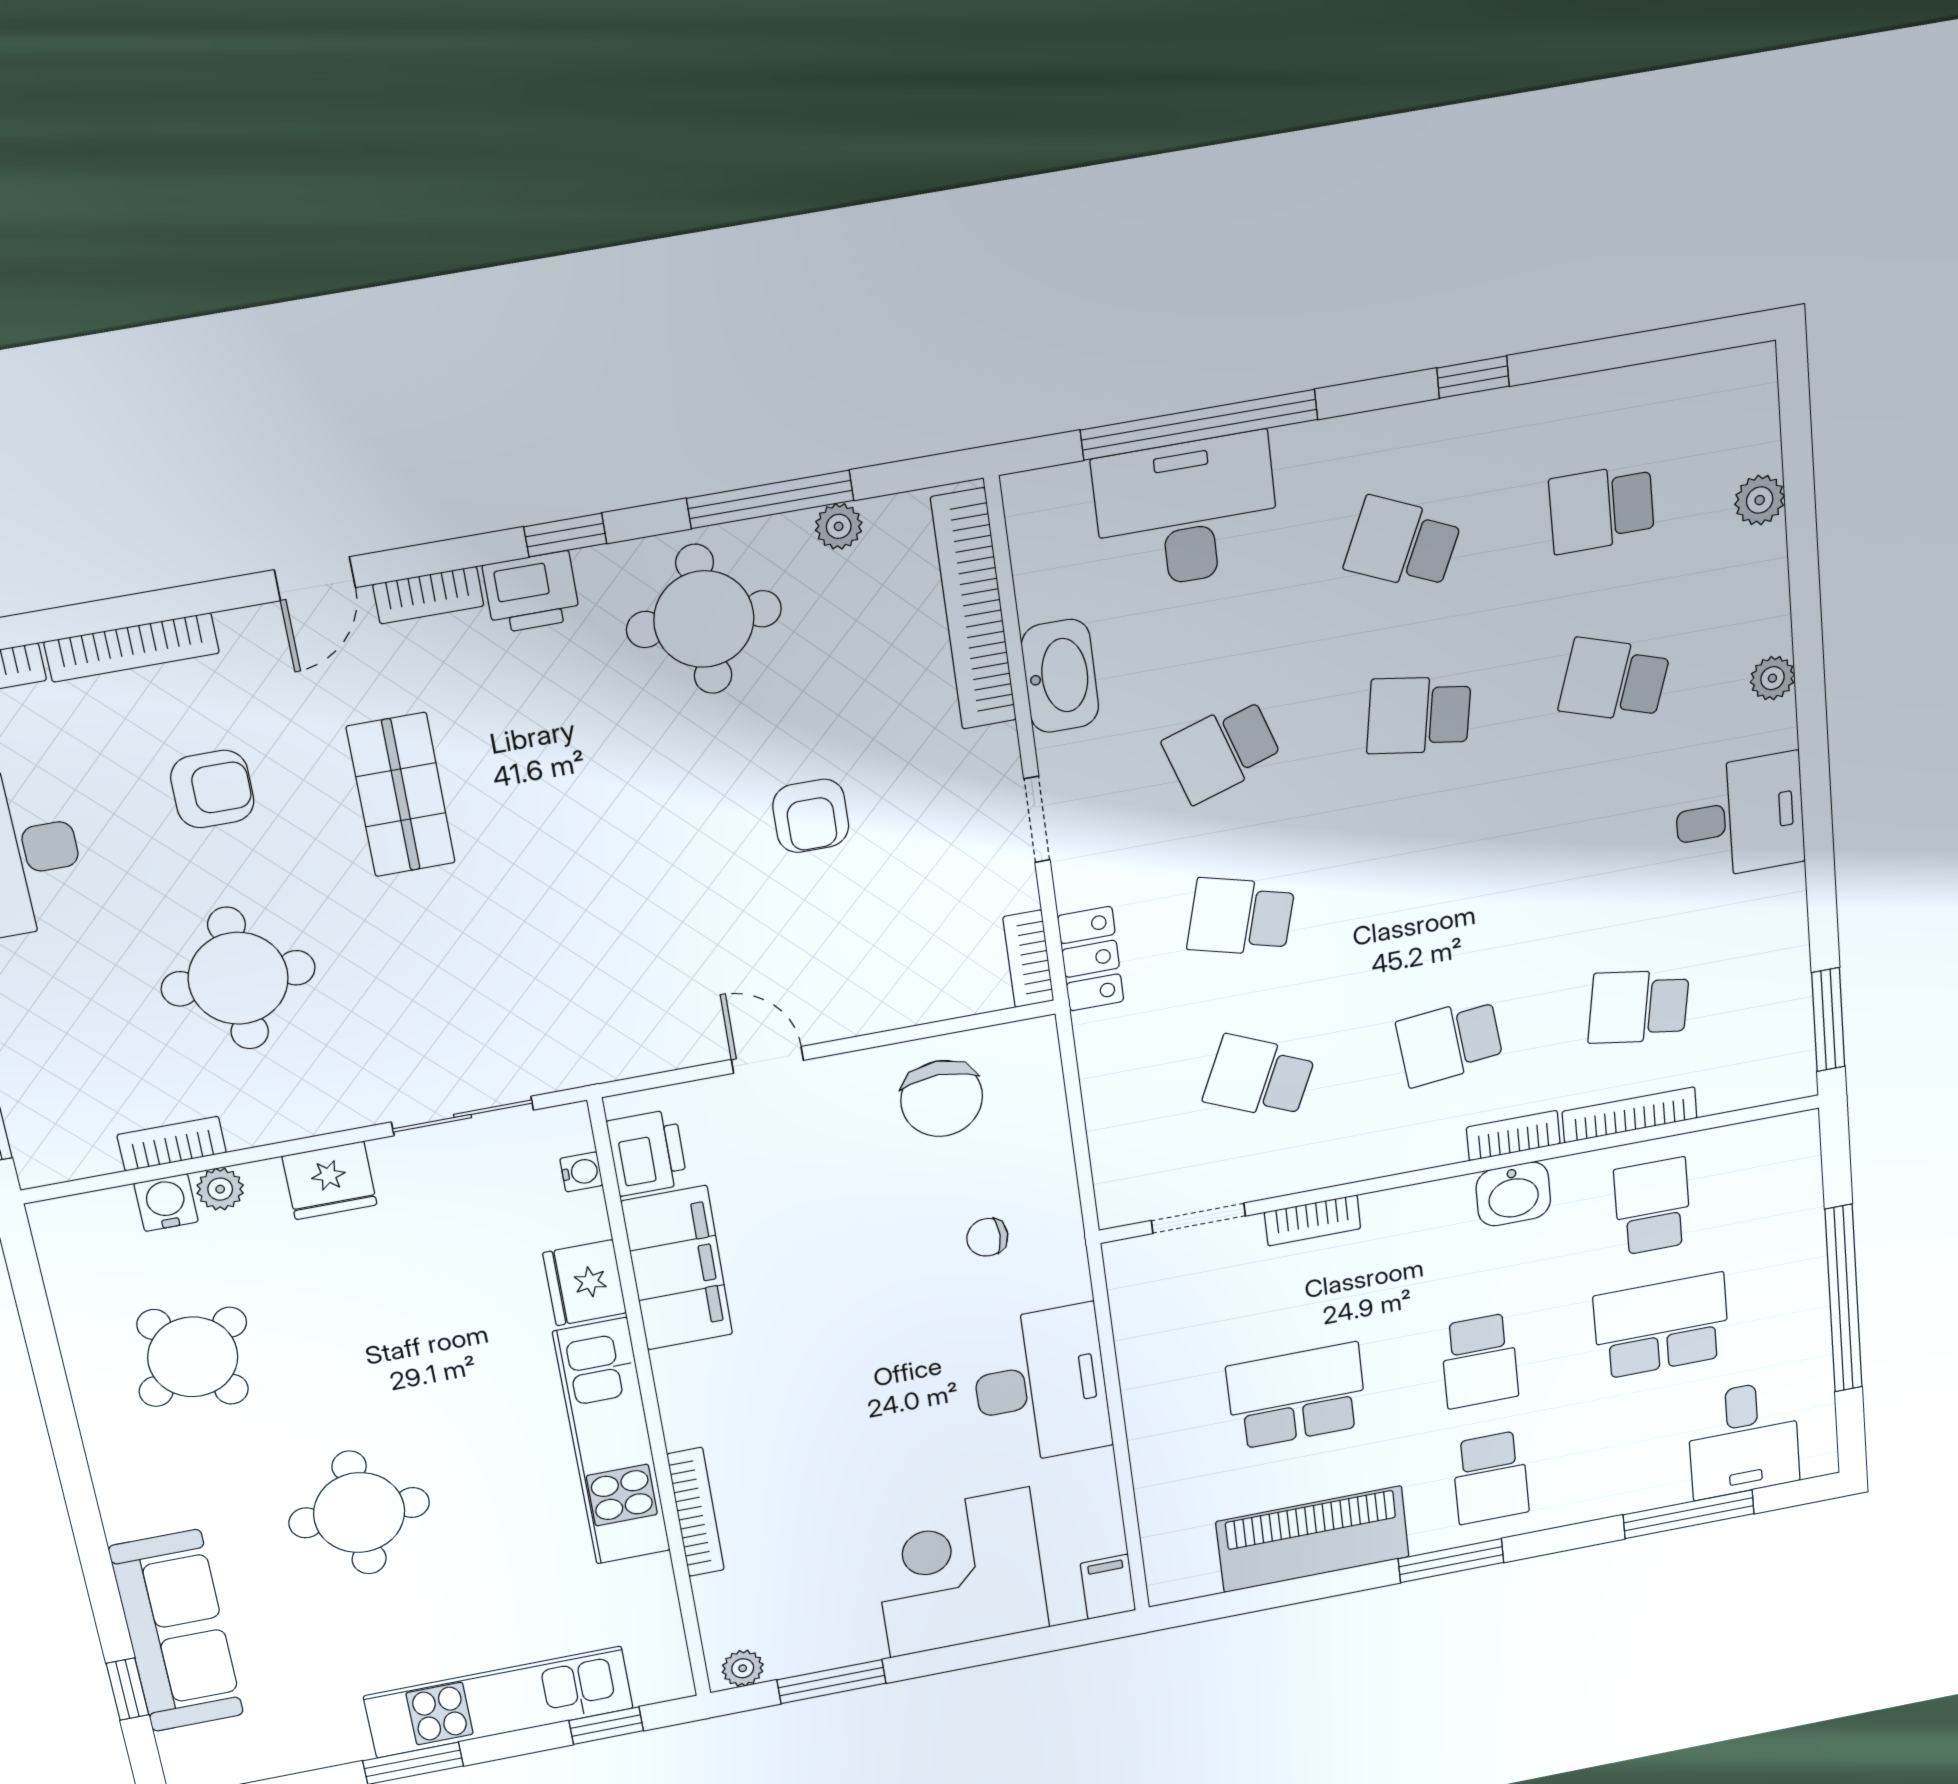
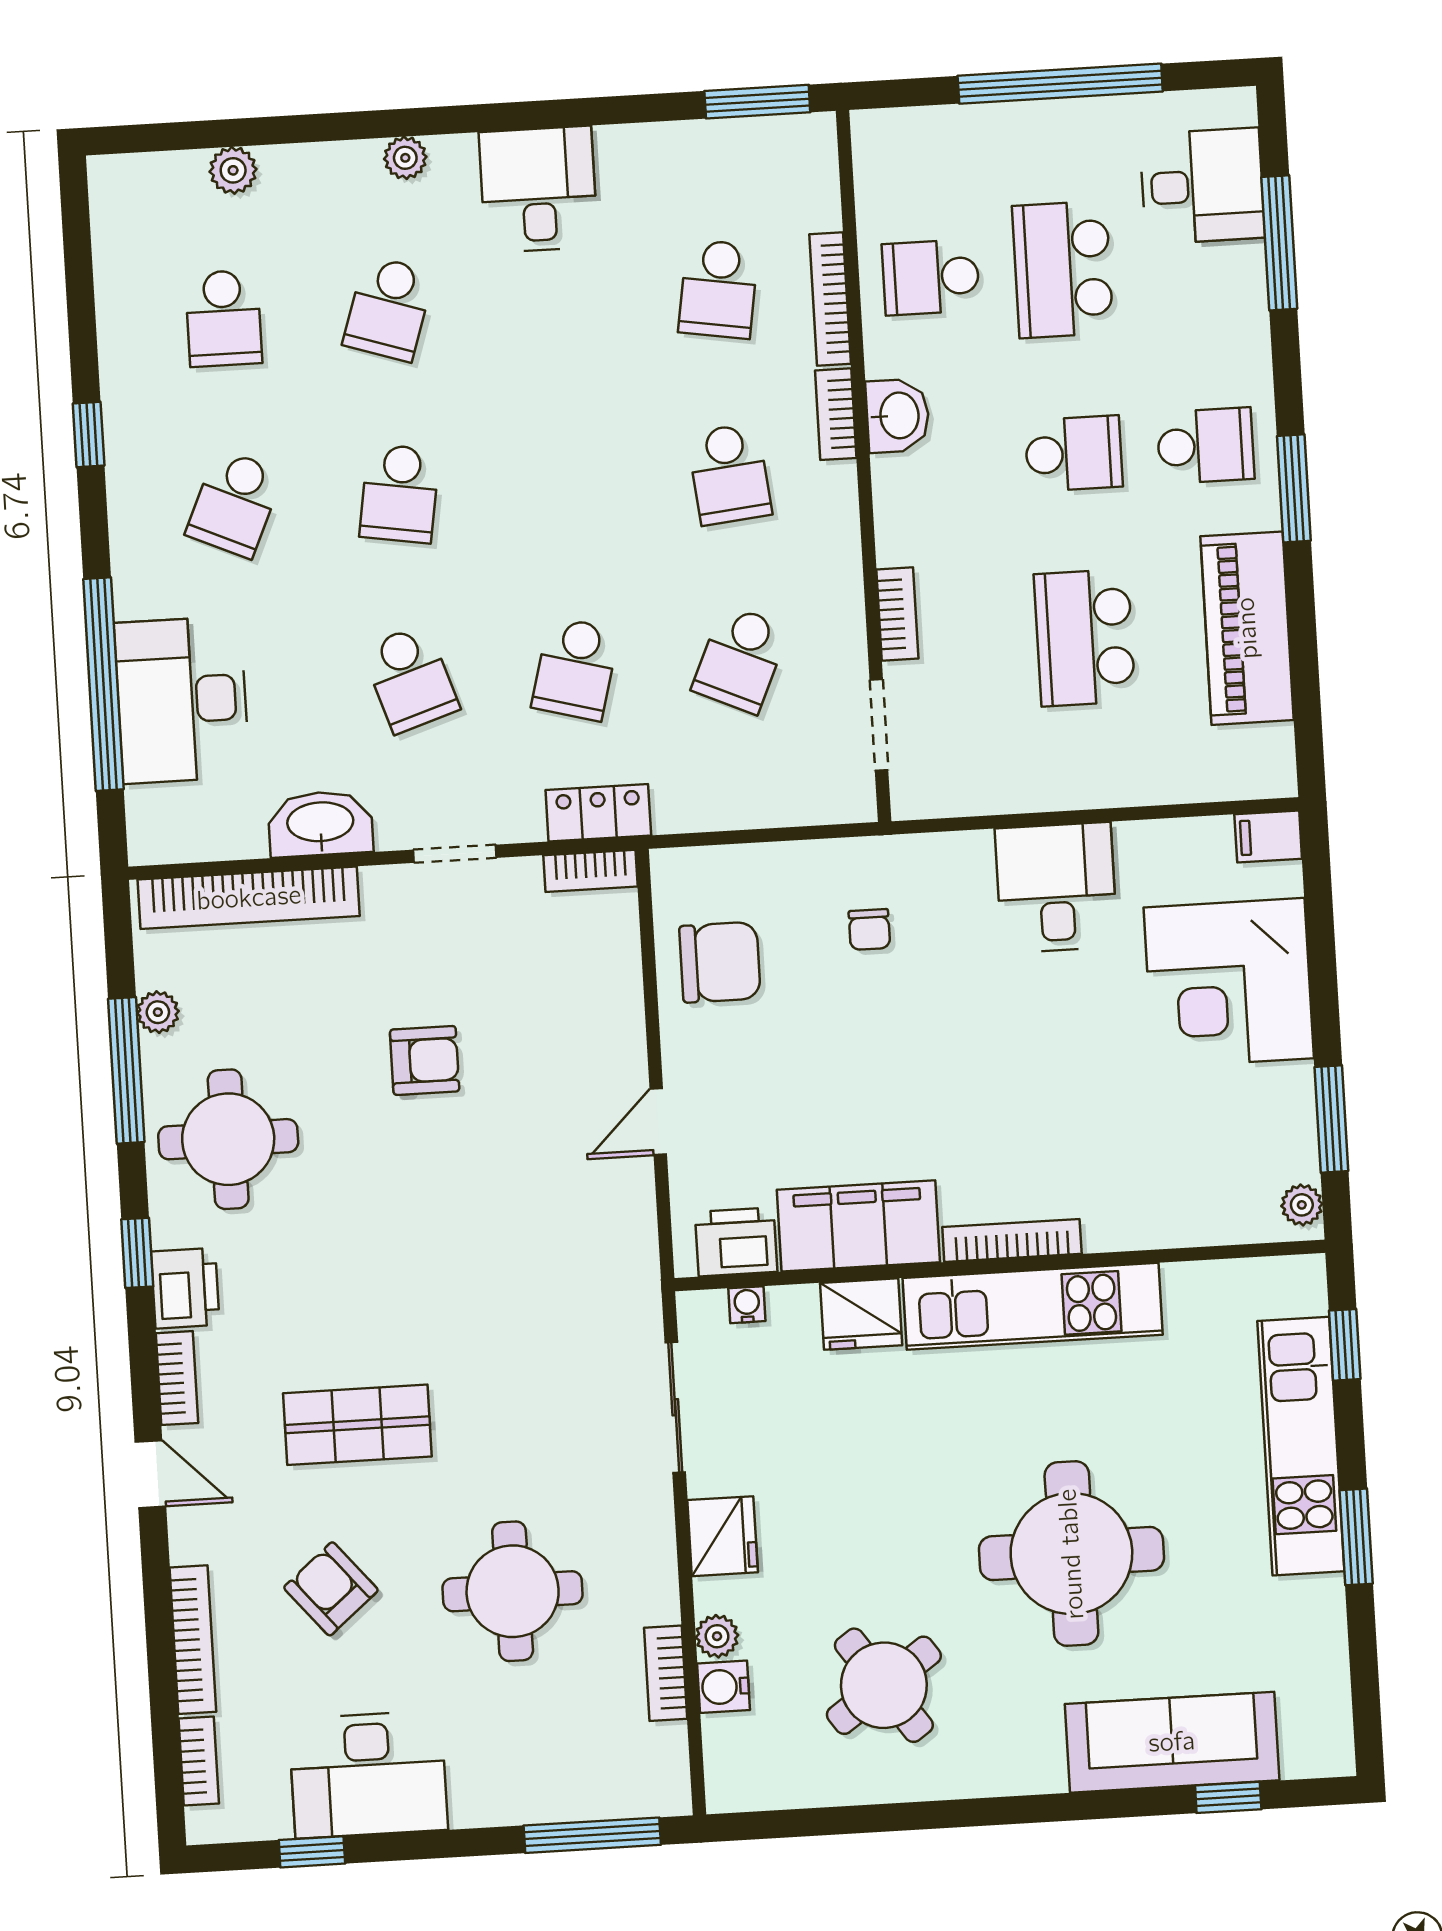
armchair: (212, 789) -> (331, 1589), turned -40
desk: (1041, 1385) -> (1056, 887), width x0.73
bookcase: (696, 1512) -> (1012, 1240), moved
round table: (359, 1513) -> (1071, 1554), width x1.36, depth x1.36

